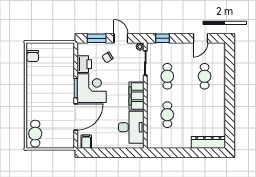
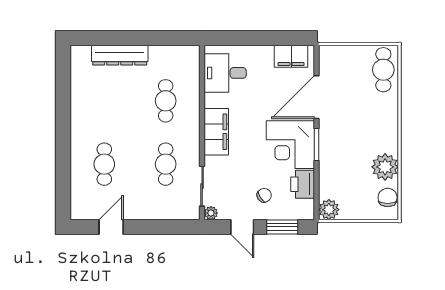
window: (162, 38) -> (174, 227), removed
plant: (68, 49) -> (329, 210), added
plant: (34, 75) -> (385, 167), added
desk: (131, 127) -> (225, 73), width x0.73
filing cabinet: (86, 142) -> (291, 56), width x2.00
dresser: (208, 142) -> (120, 55), moved

